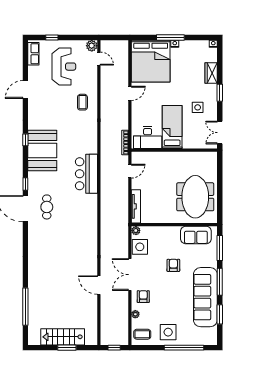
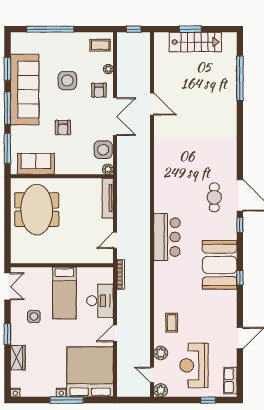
plant: (92, 77) -> (161, 353), added
desk: (148, 138) -> (100, 301), moved, turned 90
side table: (168, 332) -> (67, 81), moved

